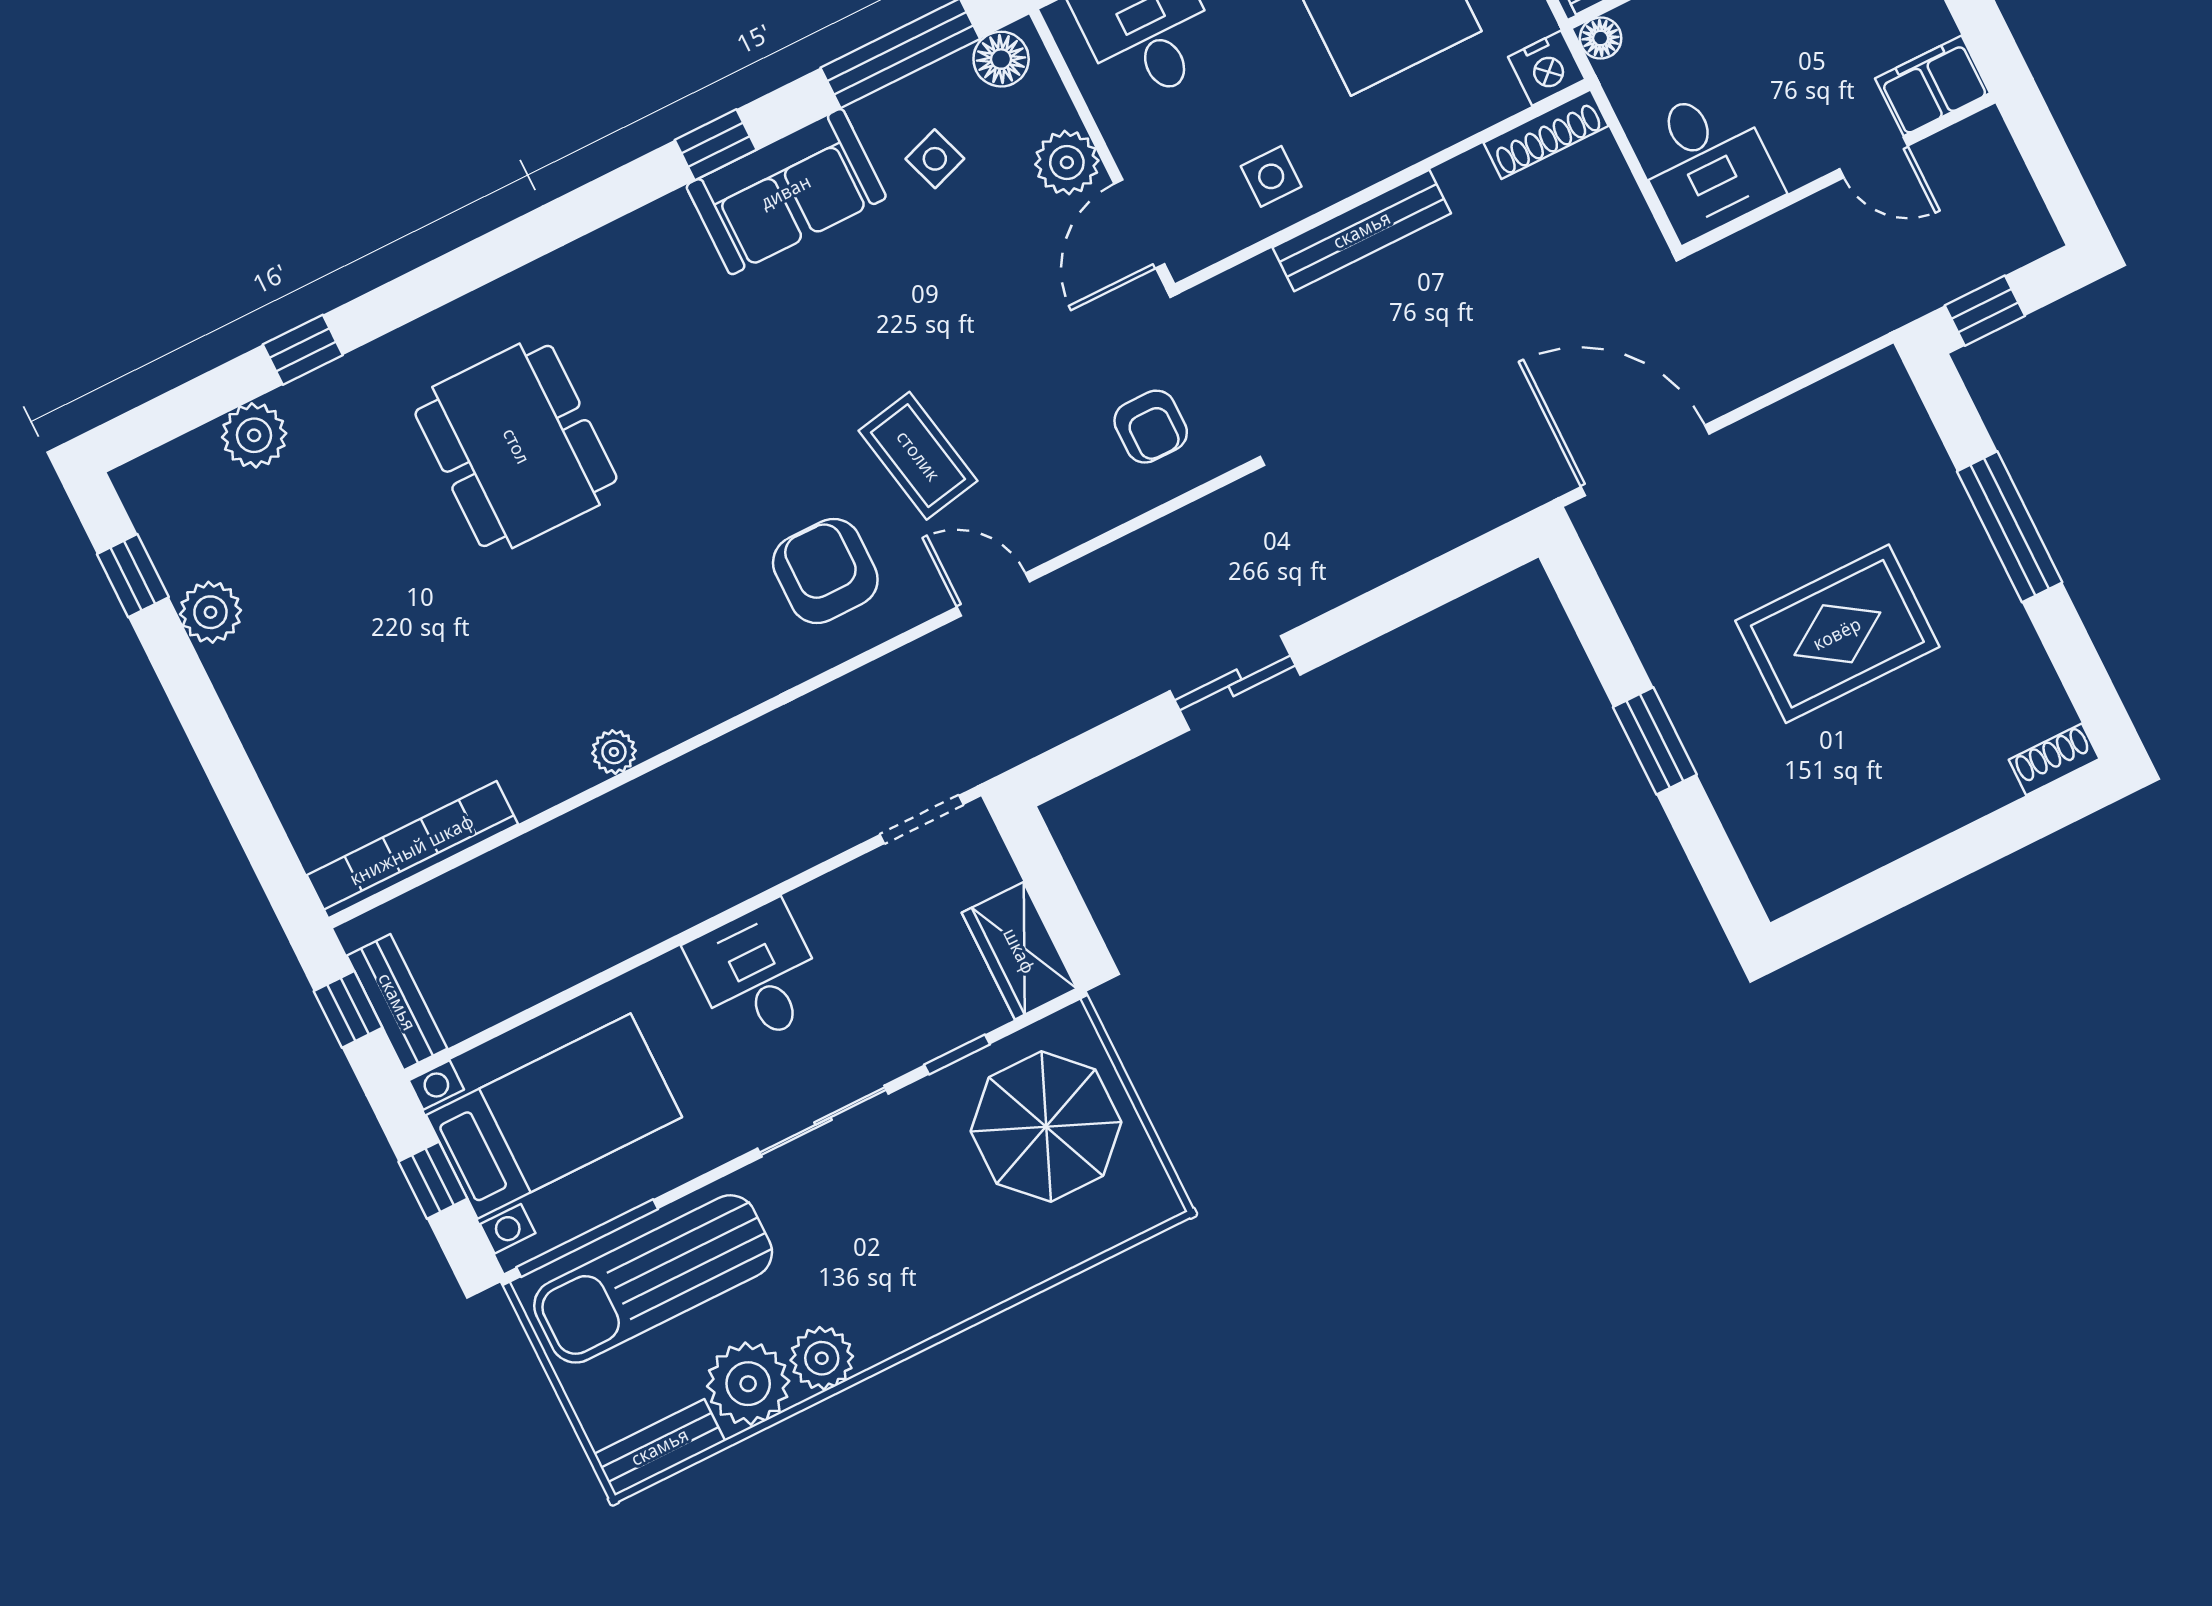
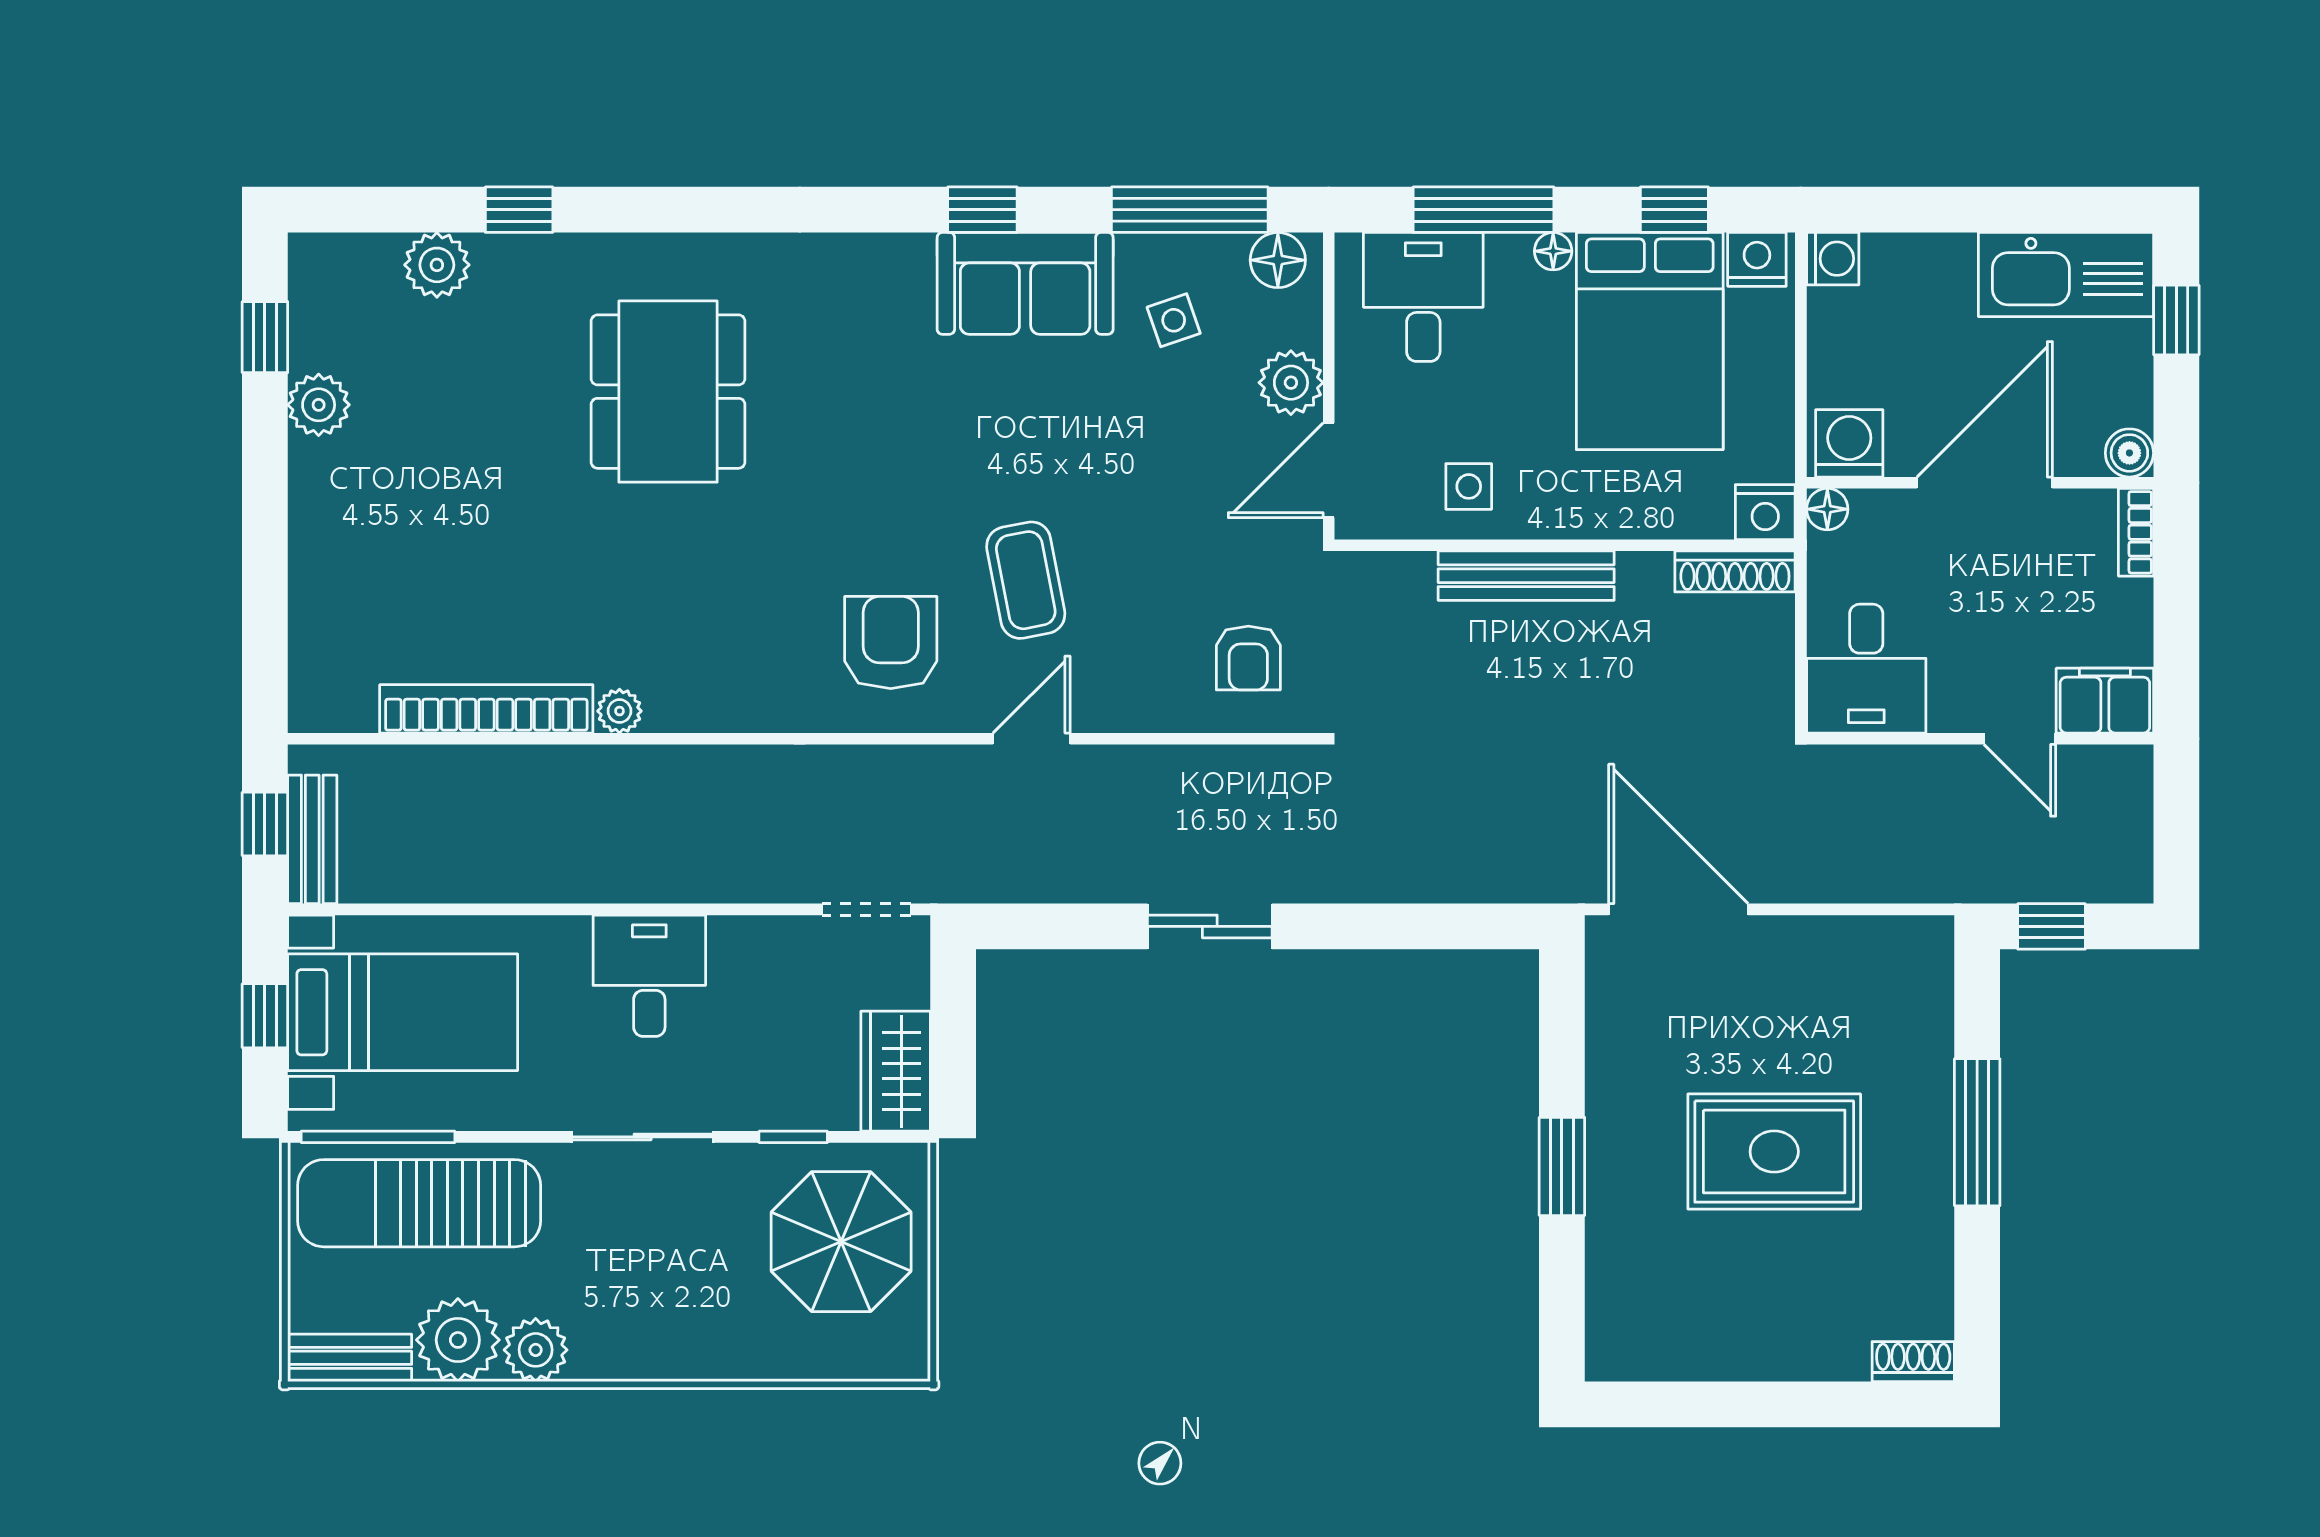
door: (993, 594) -> (1032, 739), hinge flipped
bookcase: (412, 850) -> (486, 709), moved

